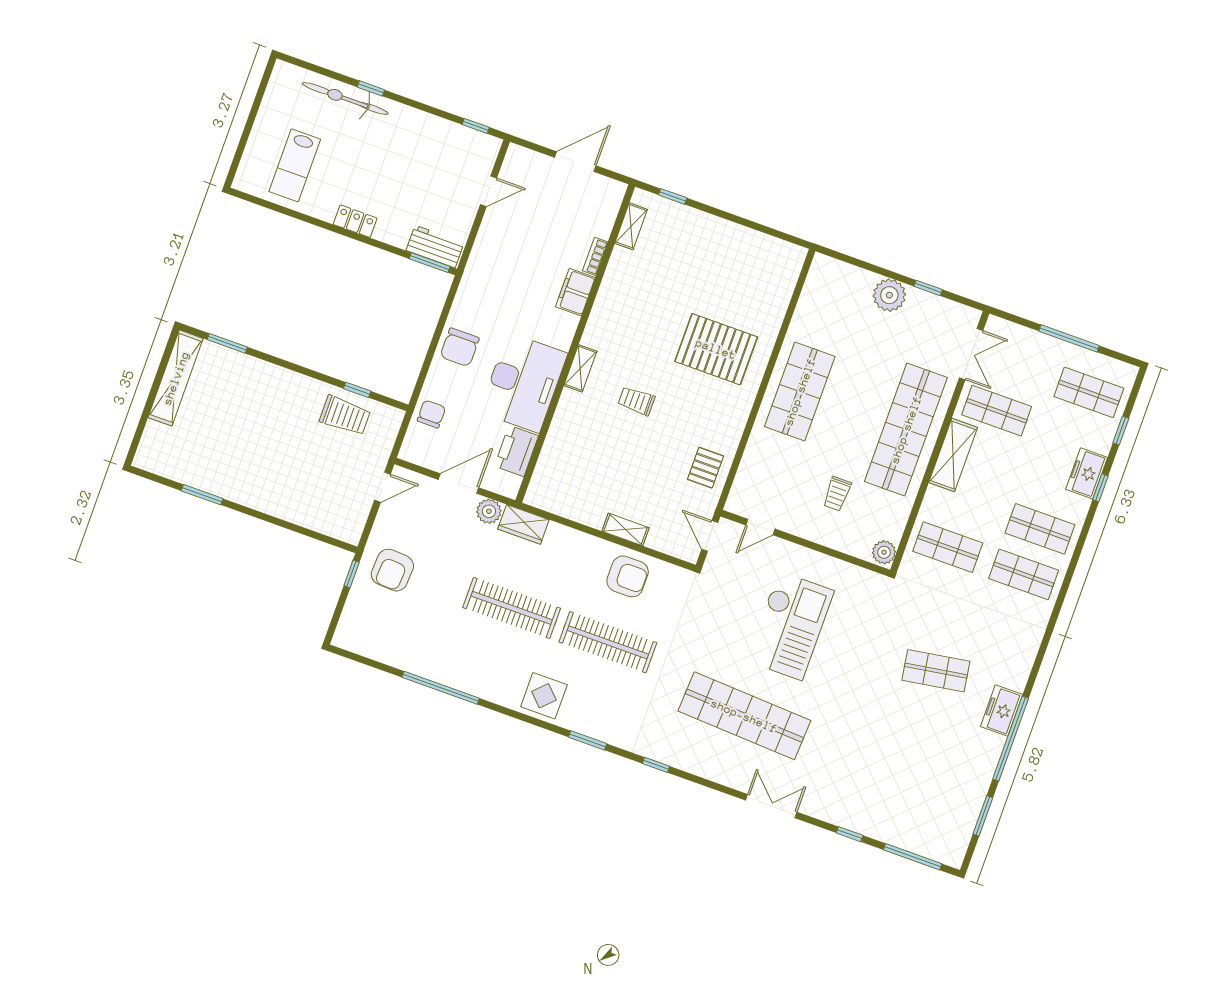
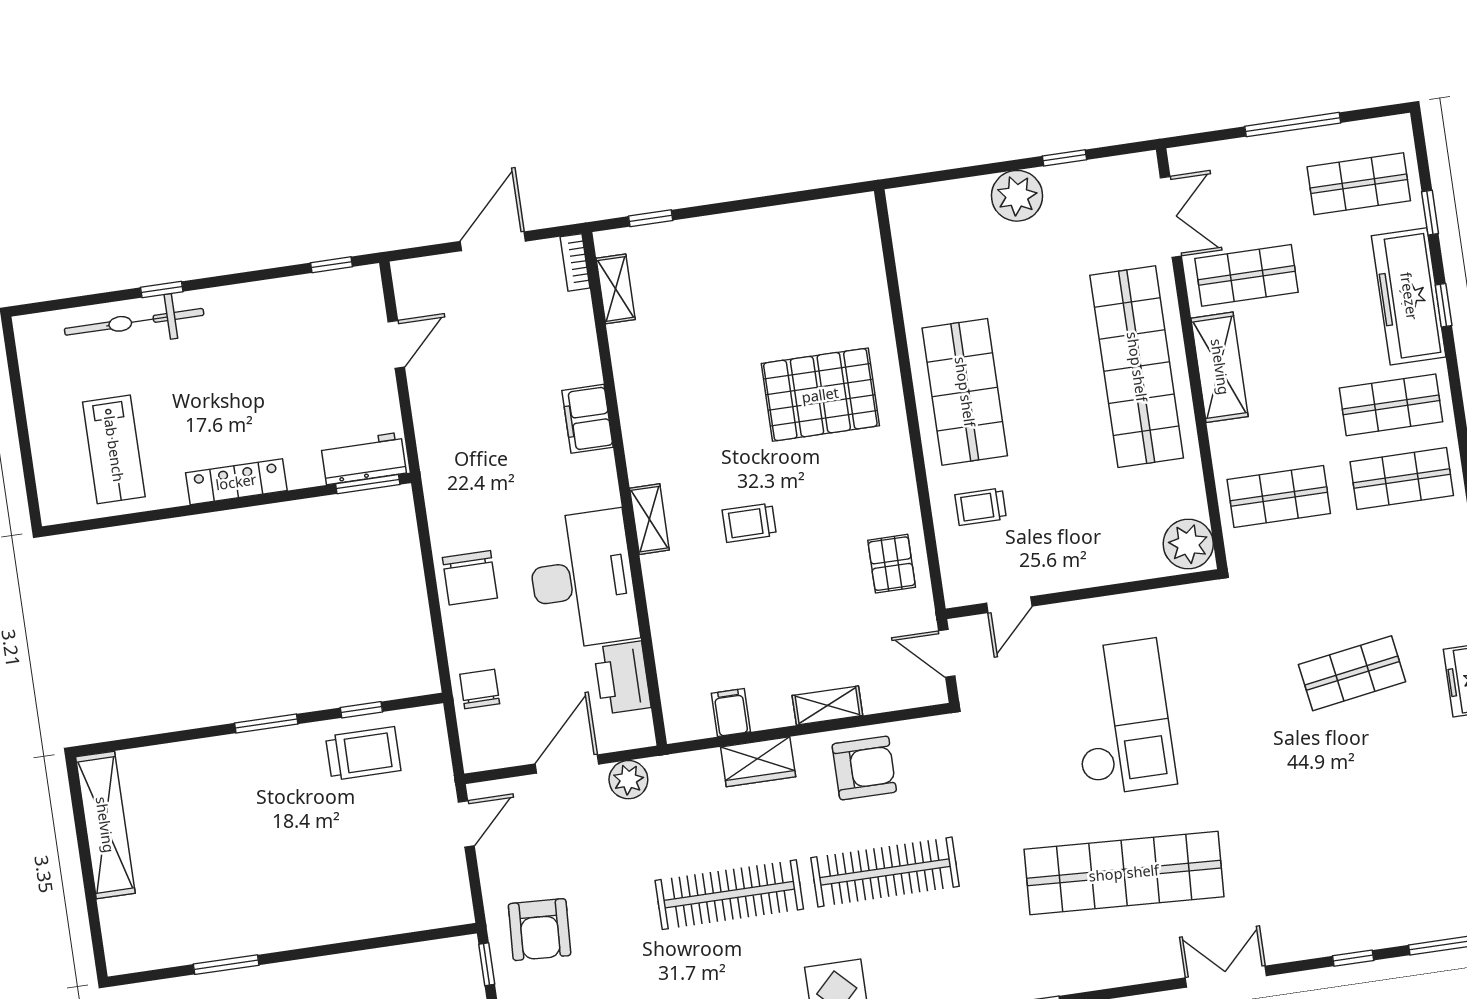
locker: (355, 221) -> (236, 482), width x1.53
bookcase: (595, 256) -> (575, 262), moved
window: (227, 343) -> (266, 724), moved
freezer: (1087, 473) -> (1409, 296), width x1.91, depth x1.26
trolley: (837, 494) -> (981, 507), moved, turned 90
filing cabinet: (568, 504) -> (731, 713), added
wardrobe: (523, 524) -> (758, 762), moved
plant: (884, 552) -> (1188, 544), width x1.36, depth x1.36

